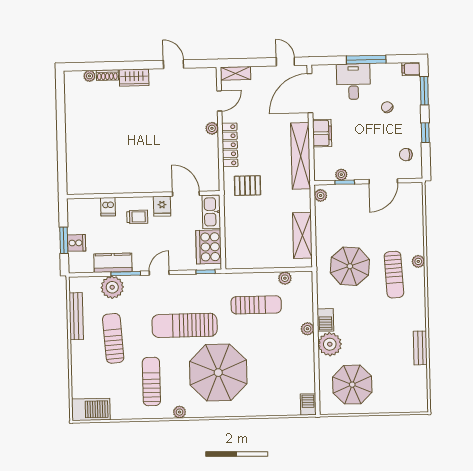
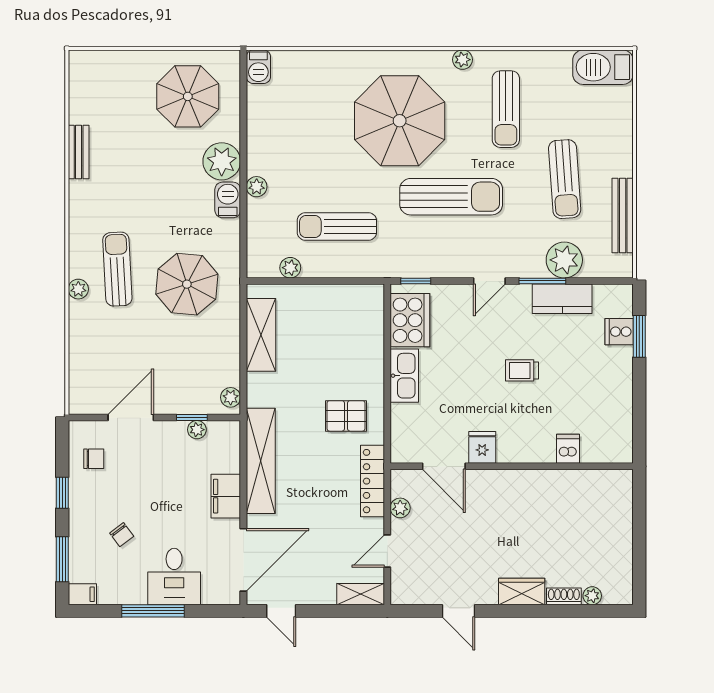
door: (186, 194) -> (444, 466), moved
wall: (143, 195) -> (512, 466), moved
fridge: (162, 206) -> (482, 447), moved
dishwasher: (108, 207) -> (568, 449), moved

